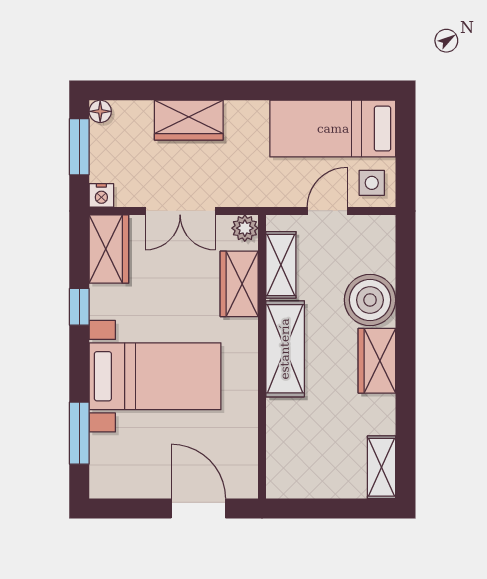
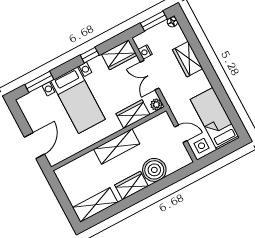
nightstand: (101, 195) -> (145, 52), moved
shelving: (281, 265) -> (149, 127), removed
shelving: (382, 467) -> (95, 205), width x1.50, depth x1.33

